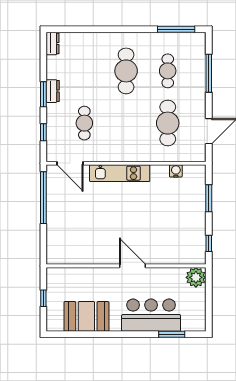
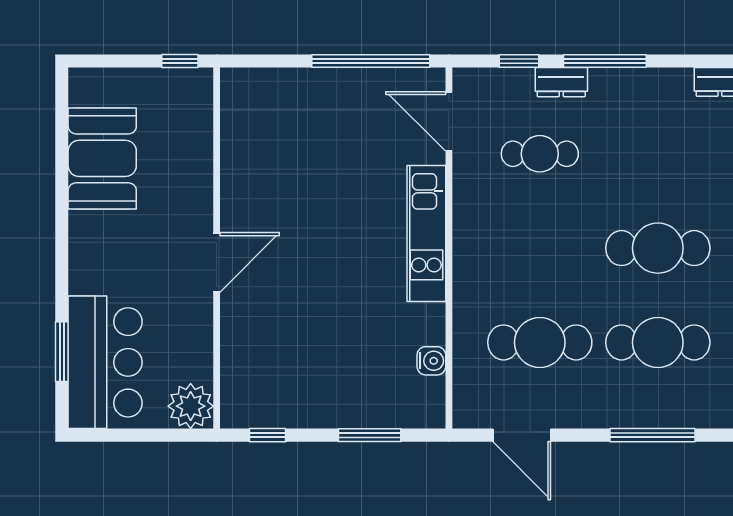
cafe table: (168, 71) -> (658, 342), width x1.37, depth x1.35
dresser: (53, 91) -> (561, 82), moved
window: (43, 94) -> (605, 61), width x1.44
door: (70, 163) -> (449, 121), hinge flipped
window: (43, 298) -> (180, 61), moved
bar counter: (151, 315) -> (105, 362), moved

